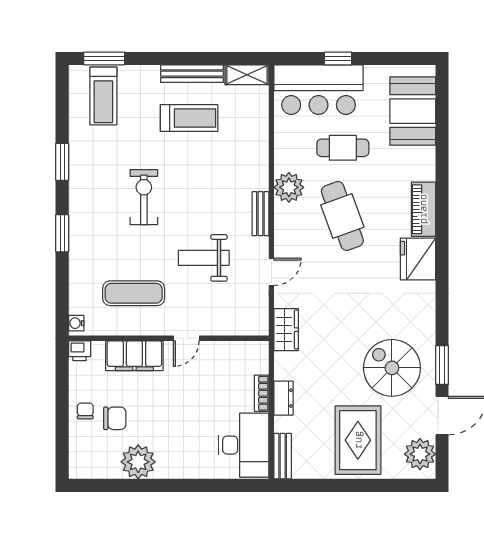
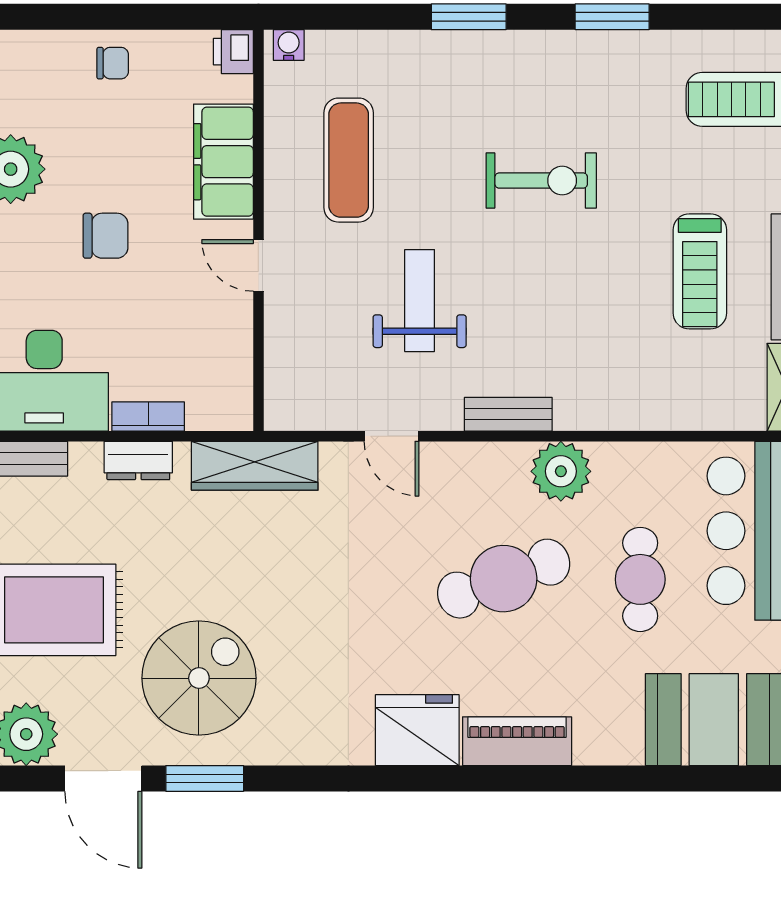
wardrobe: (286, 330) -> (255, 466), width x1.50
chair: (115, 418) -> (105, 236), moved, turned -90

